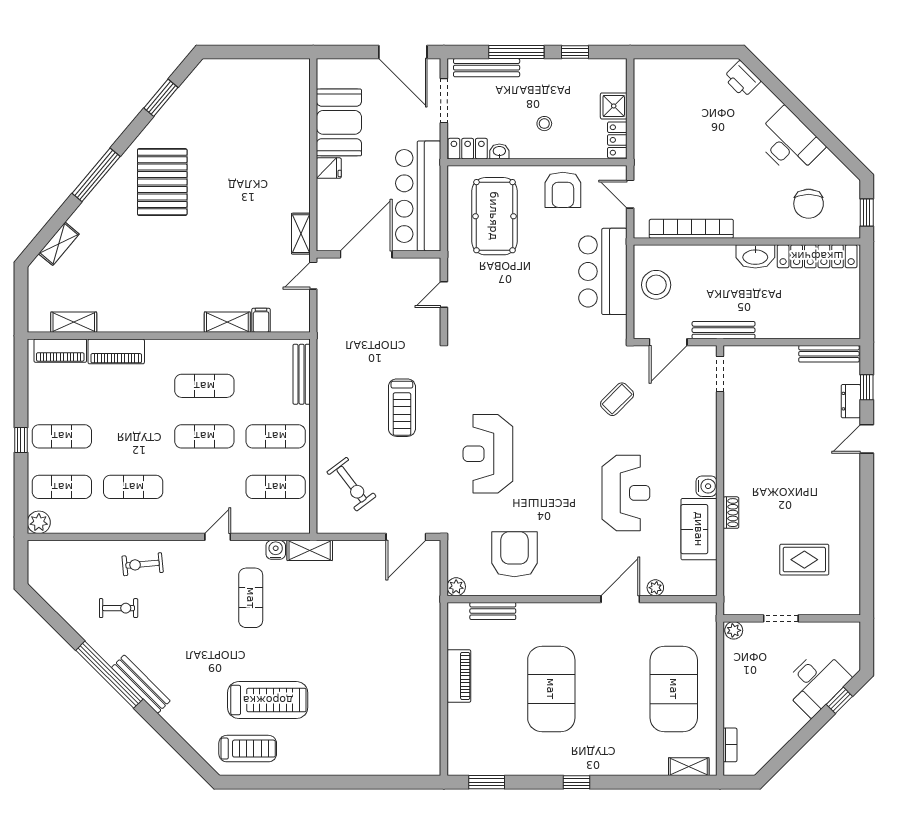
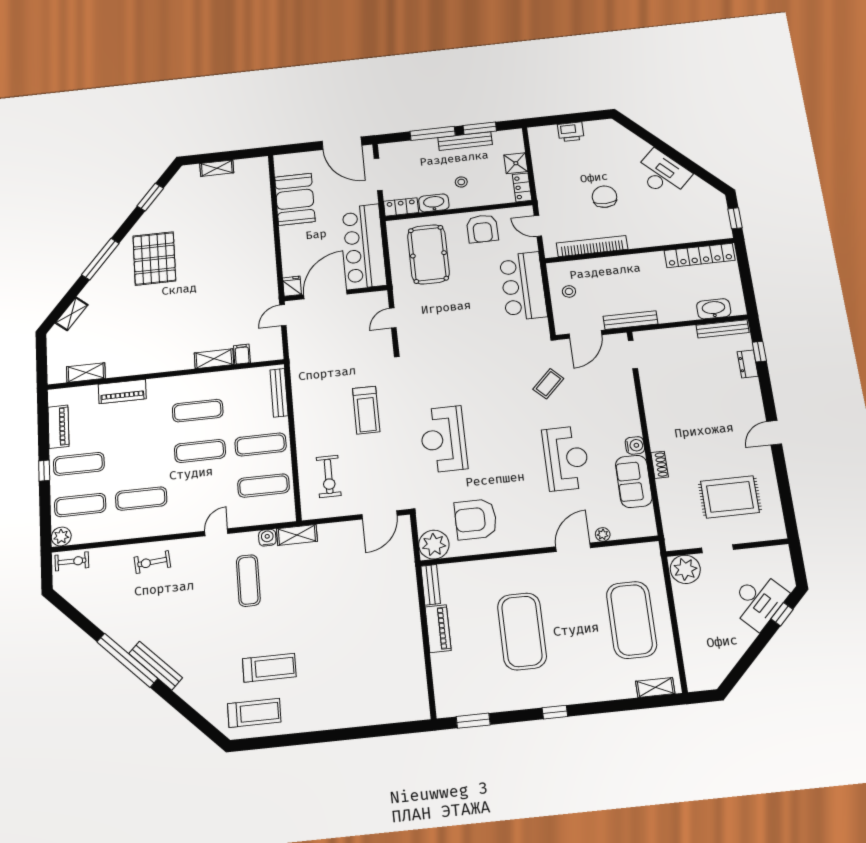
window: (575, 52) -> (480, 128), width x1.50
bench: (487, 68) -> (465, 141), moved
printer: (742, 79) -> (571, 132), moved, turned -45
washbasin: (499, 151) -> (434, 203), width x1.91, depth x1.45
fridge: (329, 168) -> (292, 286), moved, turned -90
chair: (809, 204) -> (604, 197), moved, turned 180
shelving: (301, 234) -> (217, 168), moved, turned 90
washbasin: (755, 256) -> (714, 309), moved, turned 180
stool: (656, 285) -> (569, 291), width x0.53, depth x0.53
piano: (60, 351) -> (58, 427), moved, turned -90
door: (867, 439) -> (774, 433), moved
exercise bike: (352, 484) -> (329, 476), turned 37
armchair: (514, 554) -> (476, 519), turned -90
rug: (804, 560) -> (730, 497), width x1.36, depth x1.43
plant: (456, 587) -> (434, 545), width x1.88, depth x1.88
exercise bike: (119, 608) -> (72, 561), moved
bench: (493, 611) -> (431, 585), moved, turned 90
plant: (734, 630) -> (685, 569), width x1.87, depth x1.87
treadmill: (268, 700) -> (269, 668), width x0.73, depth x0.73
bookcase: (730, 745) -> (690, 664), removed

